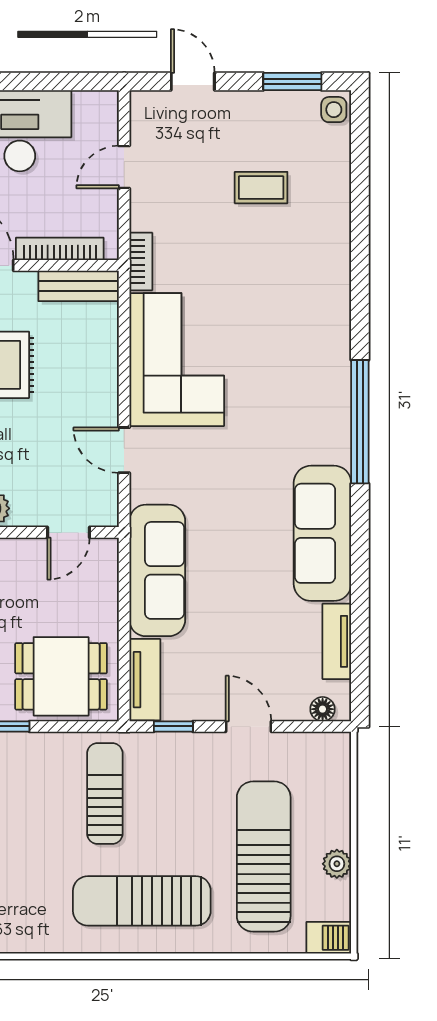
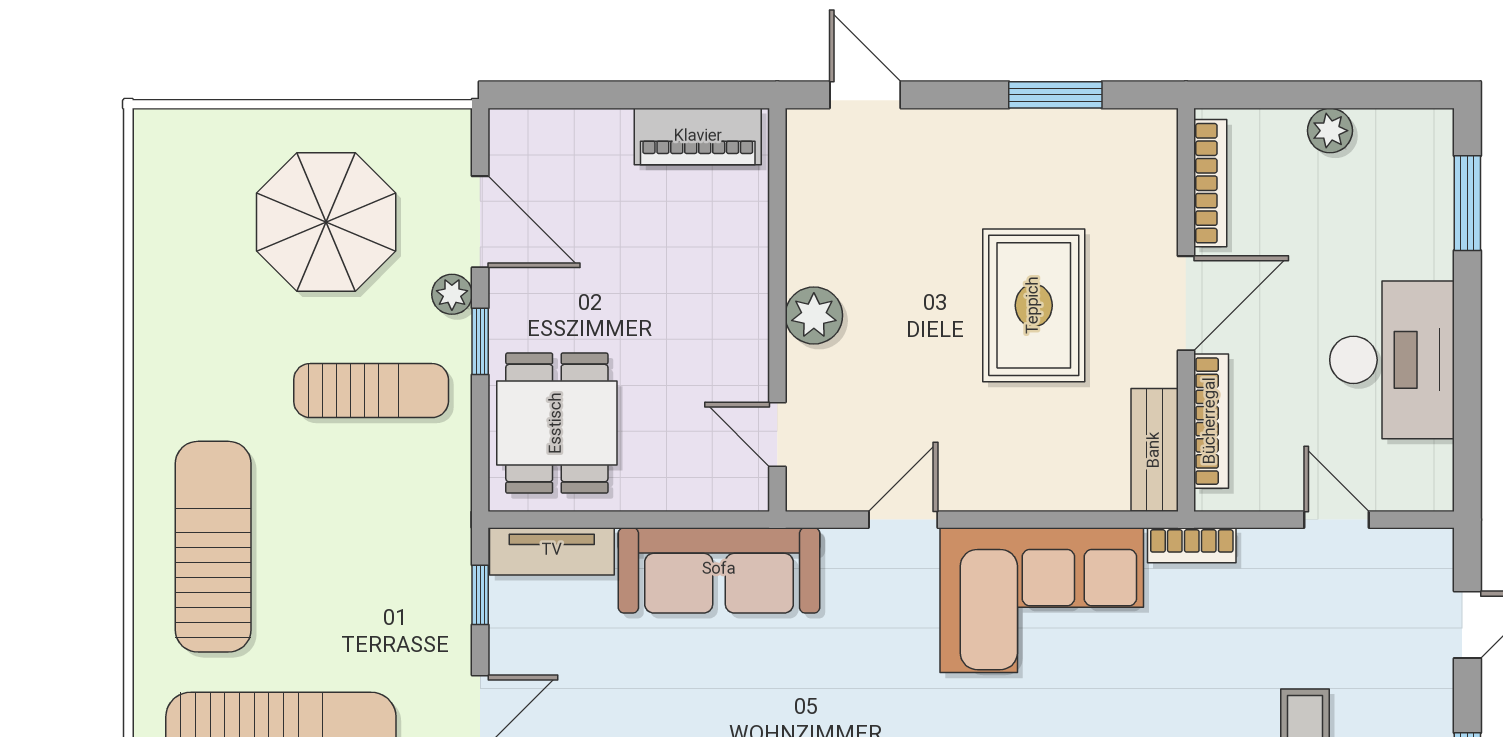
sun lounger: (105, 794) -> (371, 391), moved

